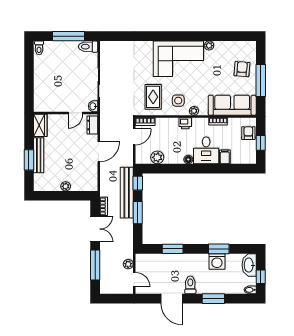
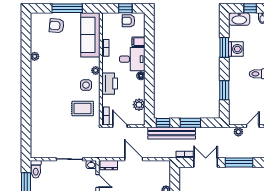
corner sofa: (178, 59) -> (47, 85), removed
printer: (185, 123) -> (110, 84), width x1.87, depth x1.48
armchair: (248, 133) -> (128, 21), moved

